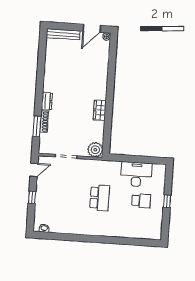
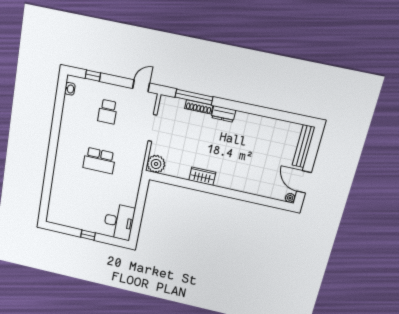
window: (37, 126) -> (194, 97), width x1.44
door: (34, 170) -> (141, 86), swing flipped
desk: (136, 174) -> (119, 222), moved
window: (32, 197) -> (93, 76), moved
school desk: (141, 201) -> (108, 112), moved

